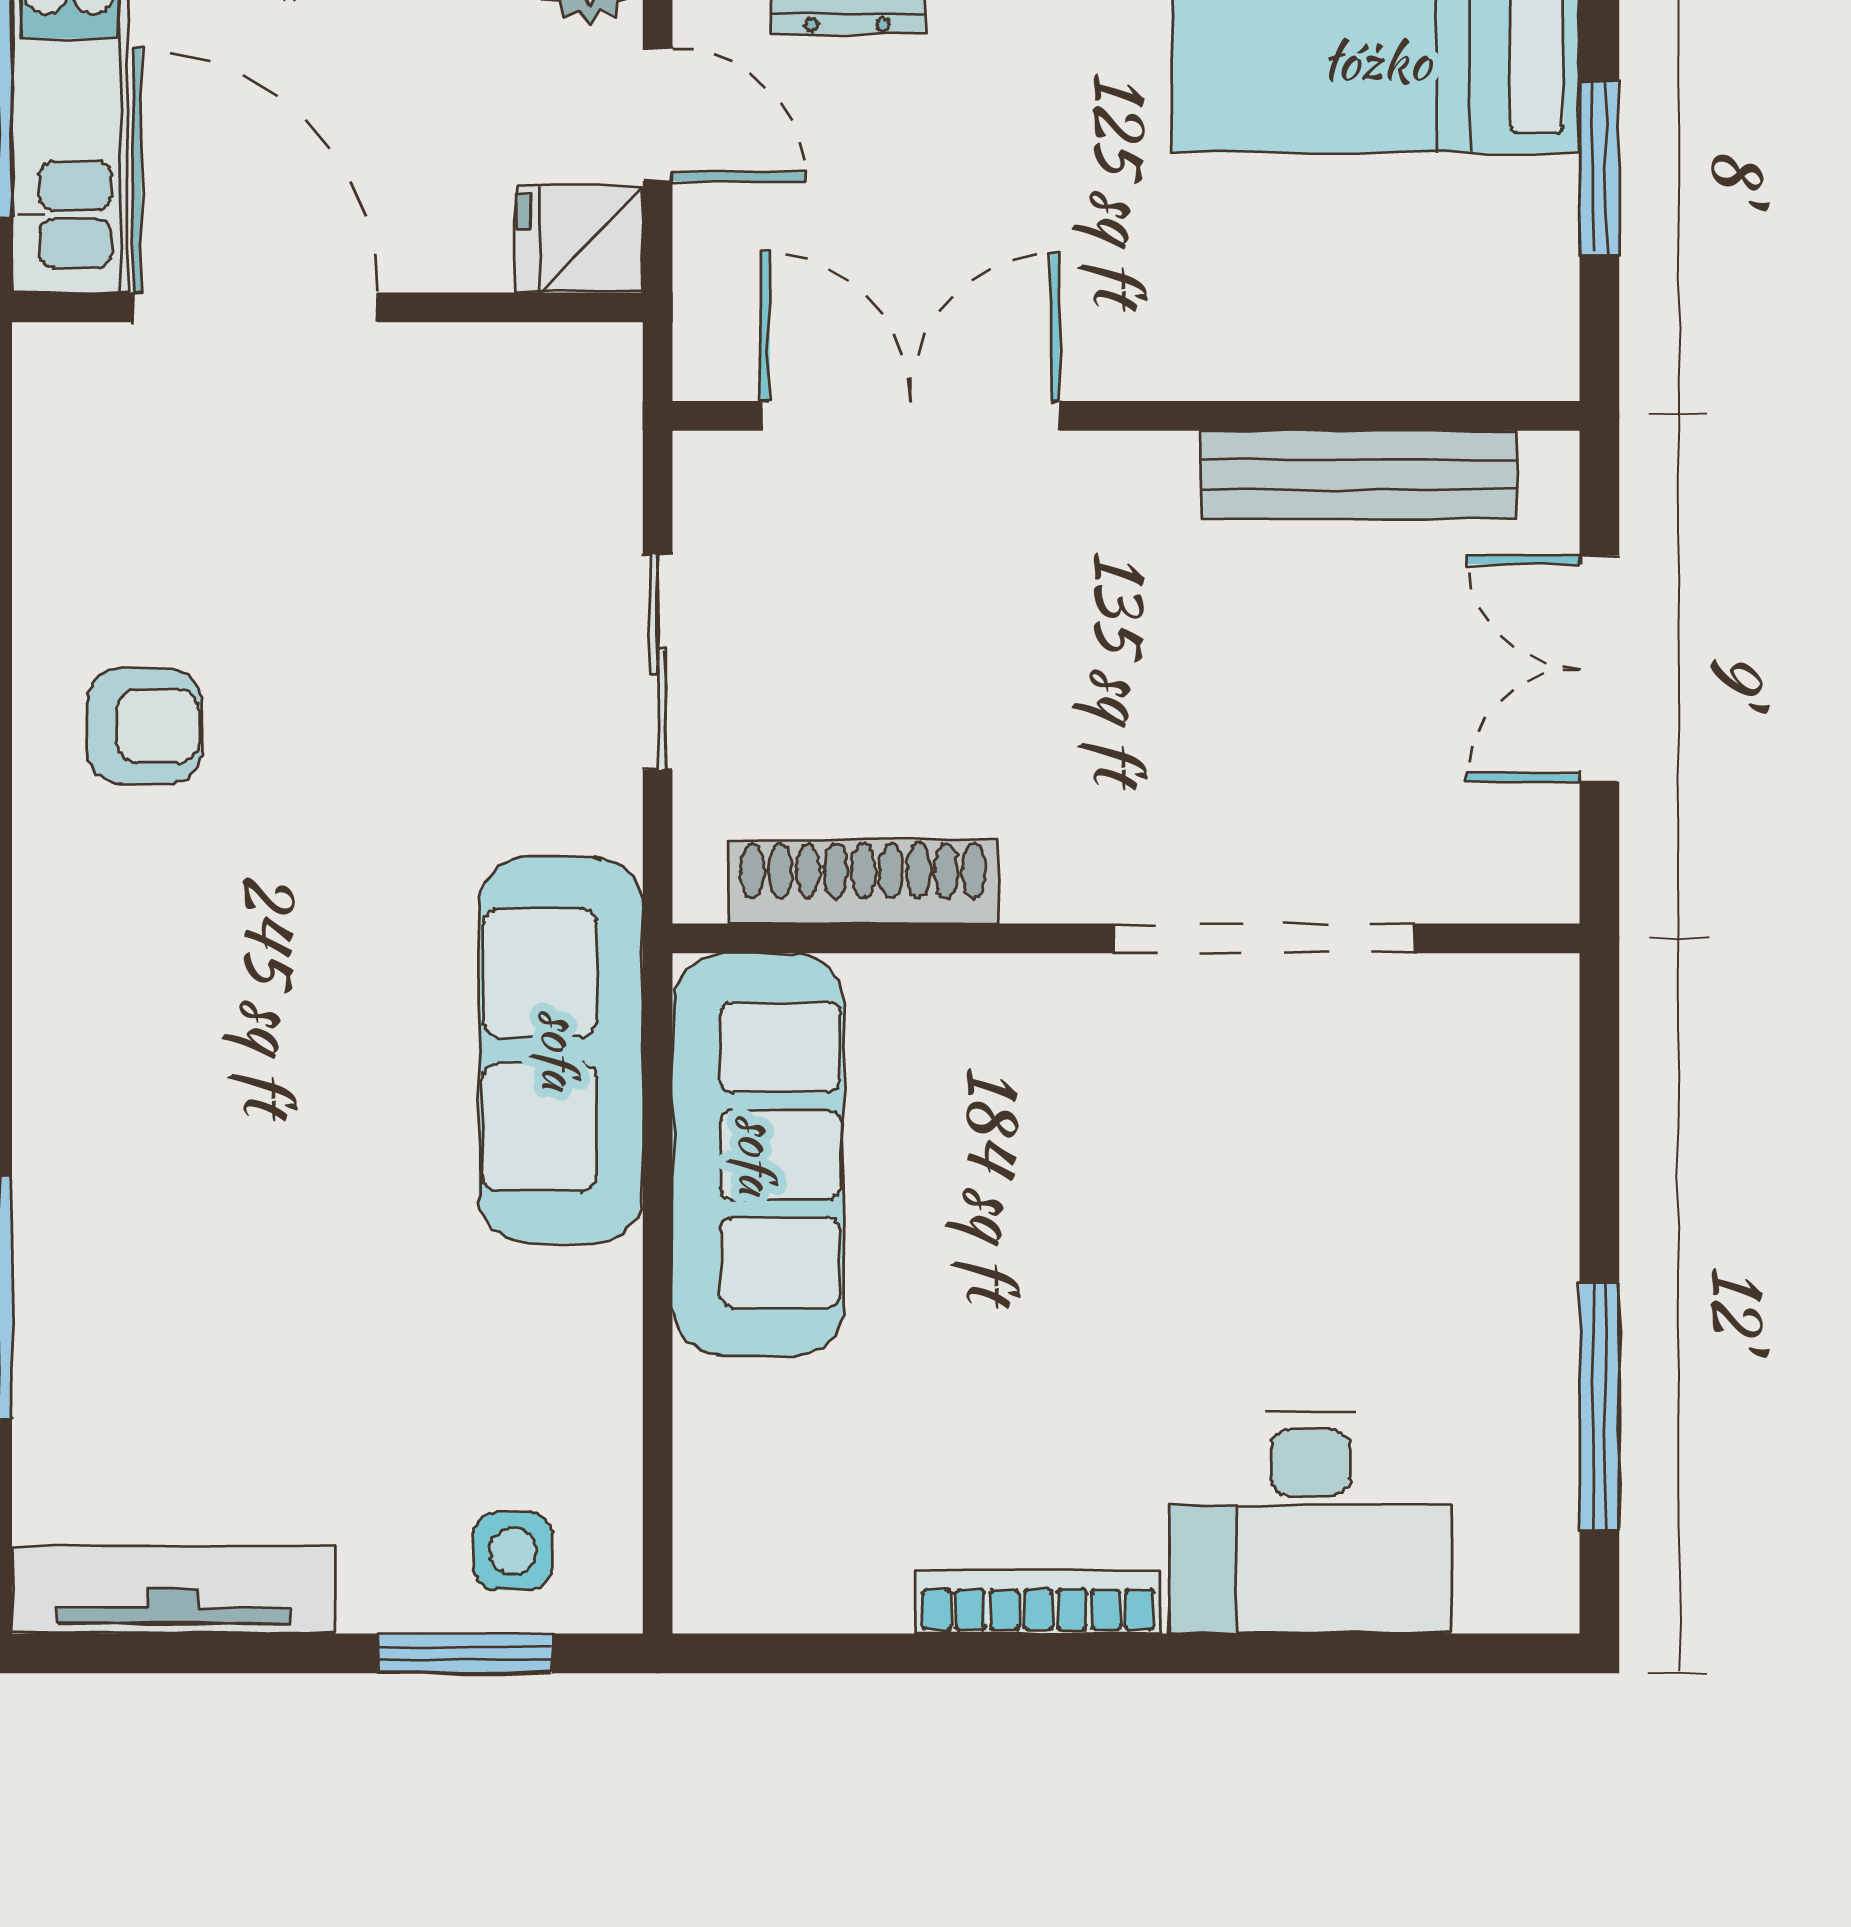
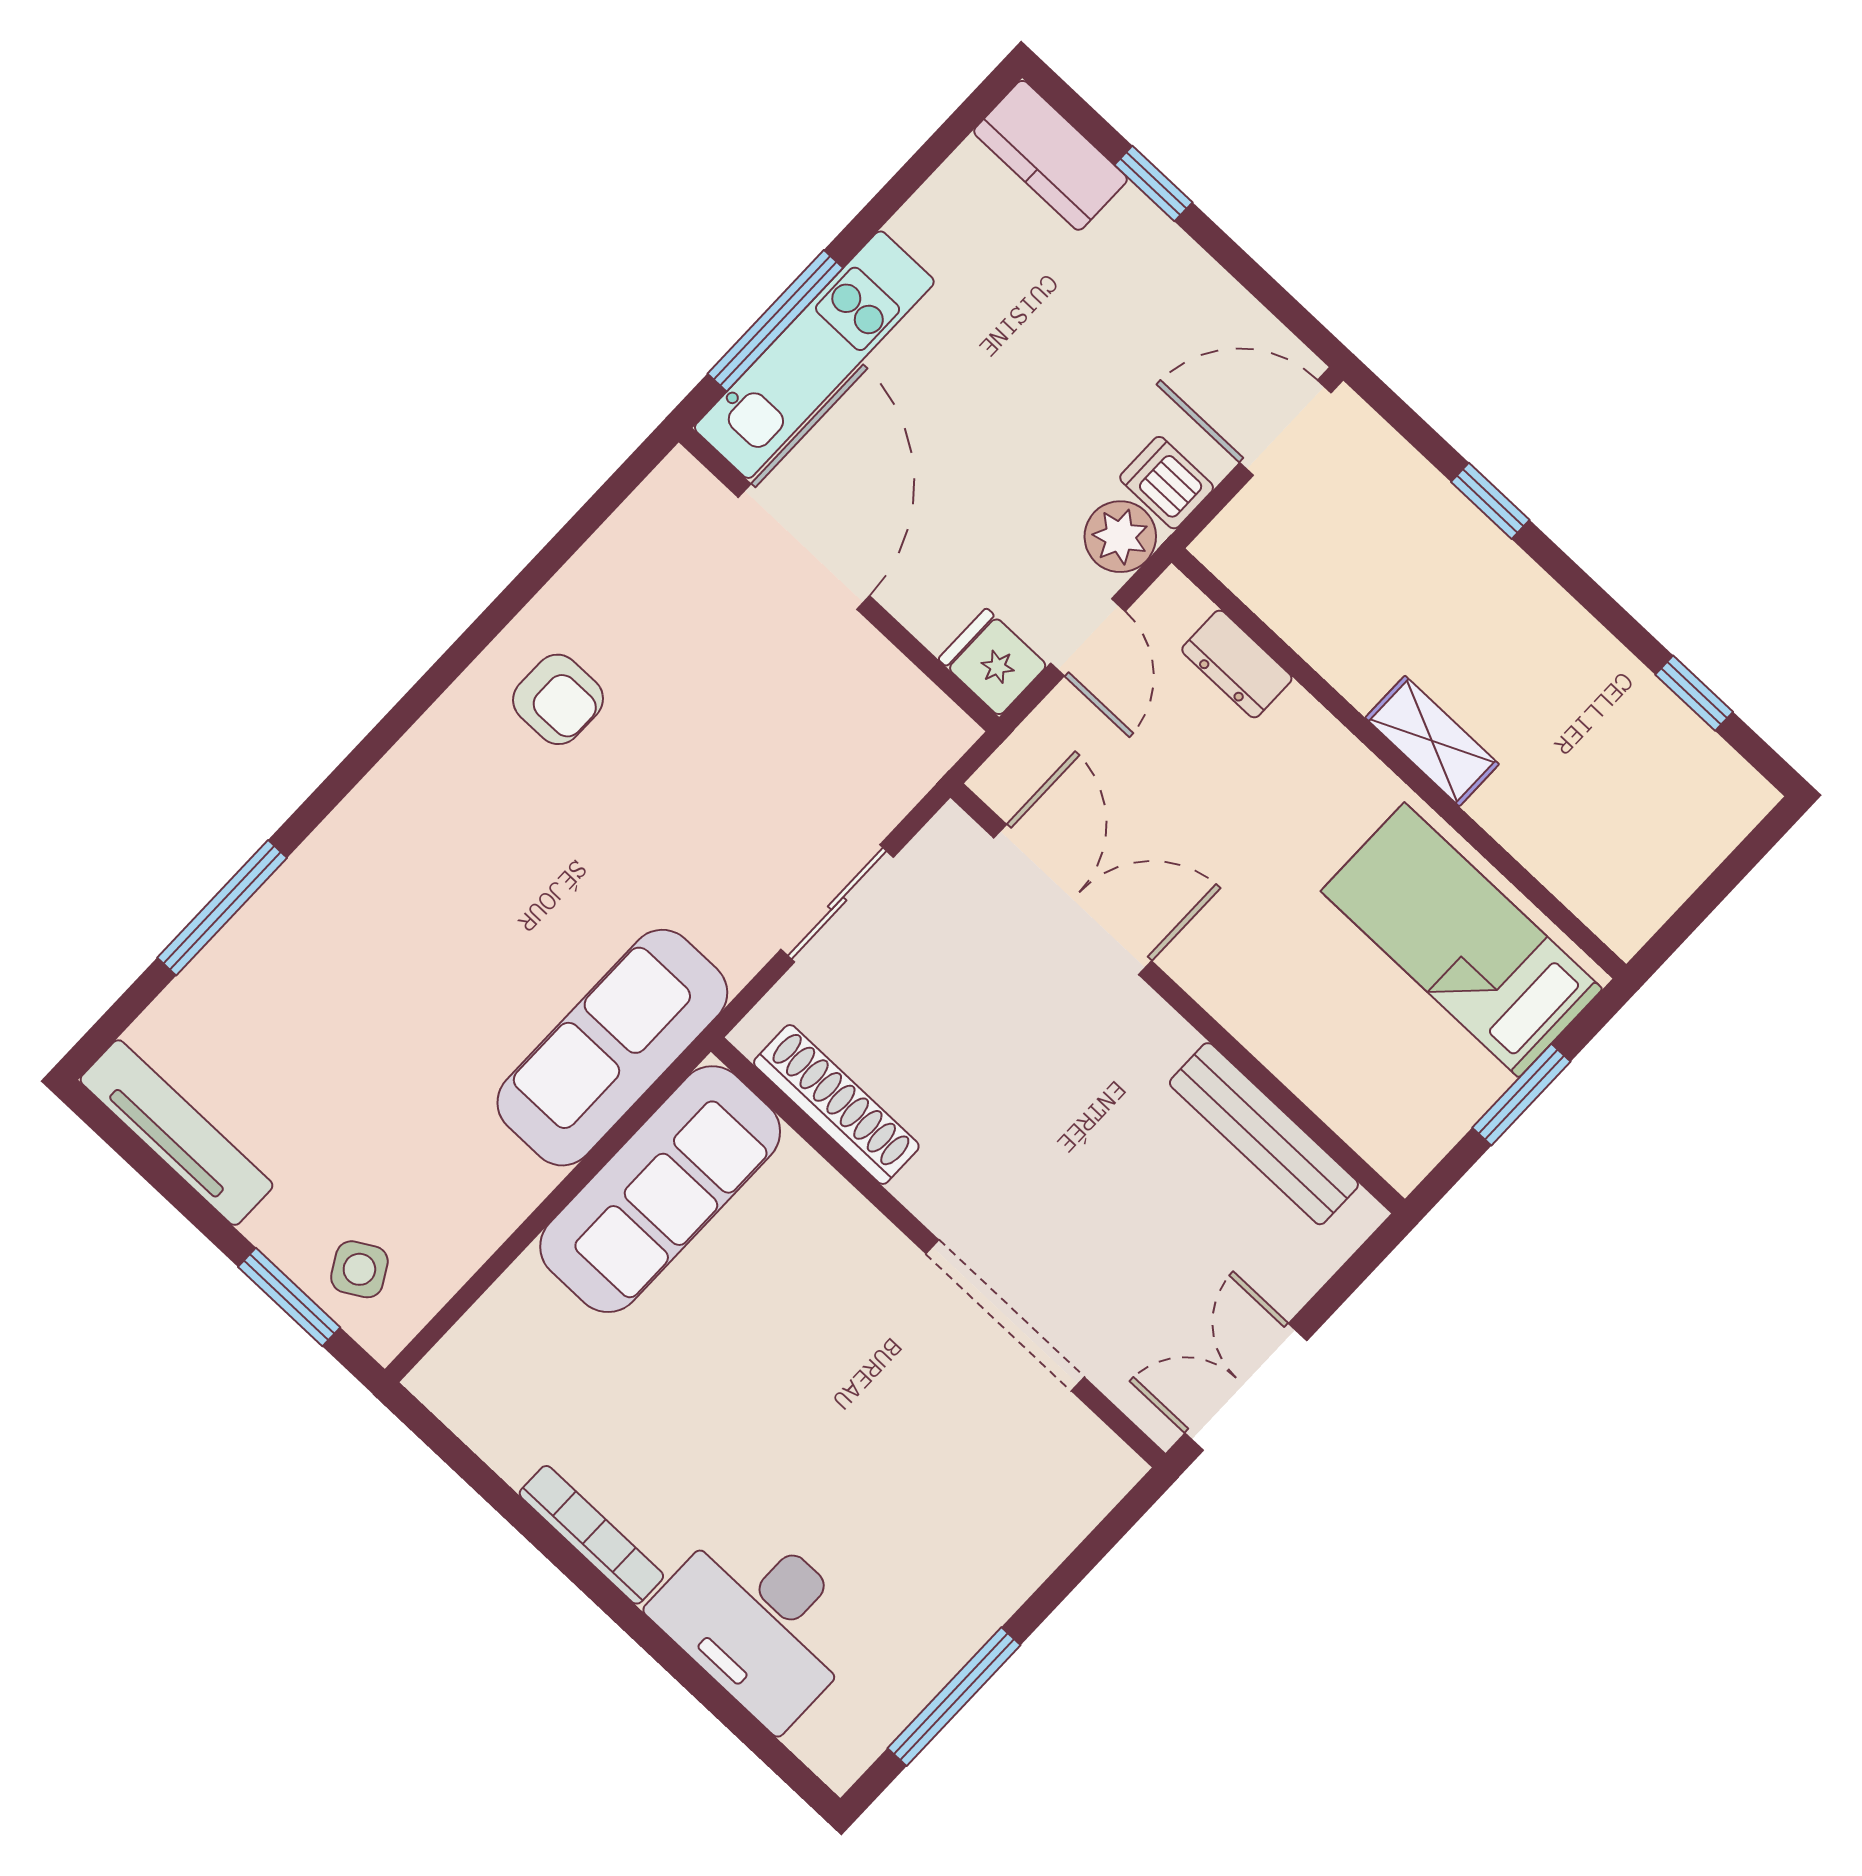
double door: (1599, 668) -> (1246, 1387), moved
side table: (513, 1551) -> (359, 1269), turned -30

